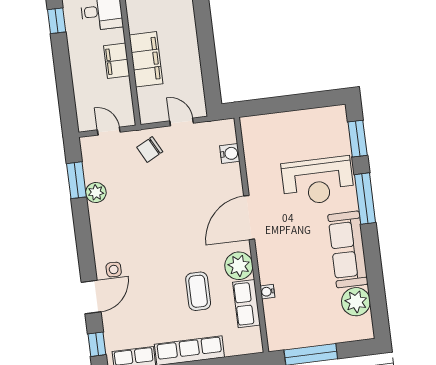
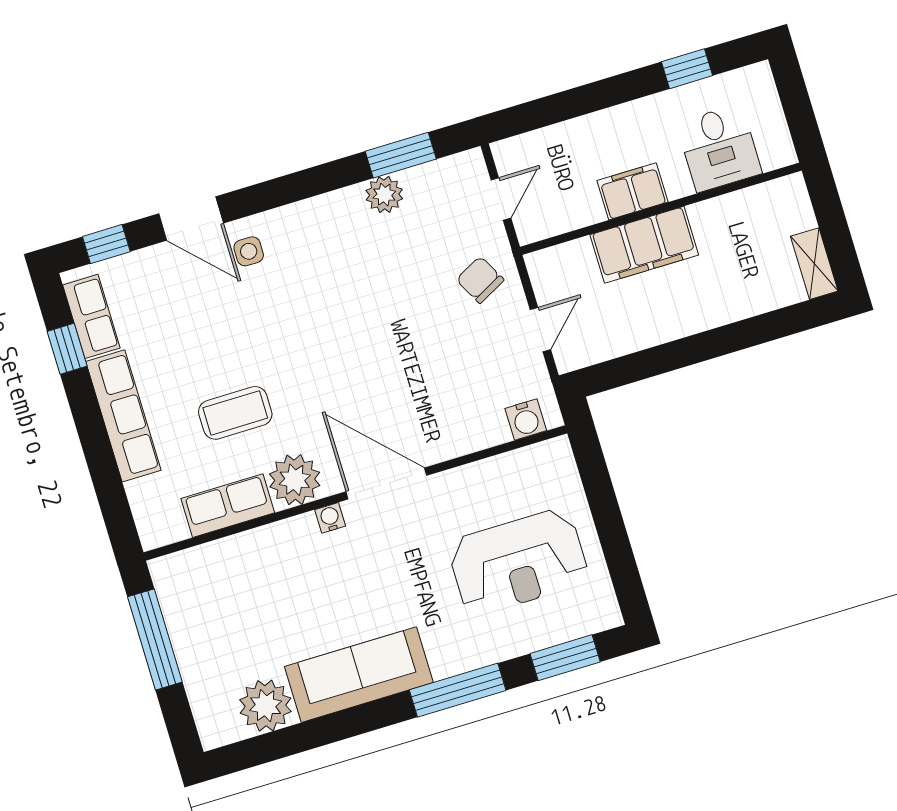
water cooler: (230, 154) -> (526, 420), moved
reception desk: (318, 181) -> (518, 562), moved, turned -90
water cooler: (267, 292) -> (330, 518), moved

